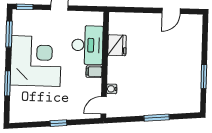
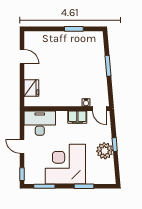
desk: (87, 45) -> (40, 123), moved
fridge: (117, 45) -> (31, 88), moved, turned 90
filing cabinet: (94, 72) -> (77, 117), width x2.00
plant: (51, 110) -> (105, 151), added

